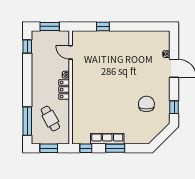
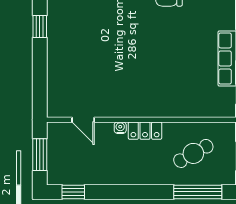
window: (103, 26) -> (40, 26), moved
door: (71, 52) -> (83, 120), hinge flipped

